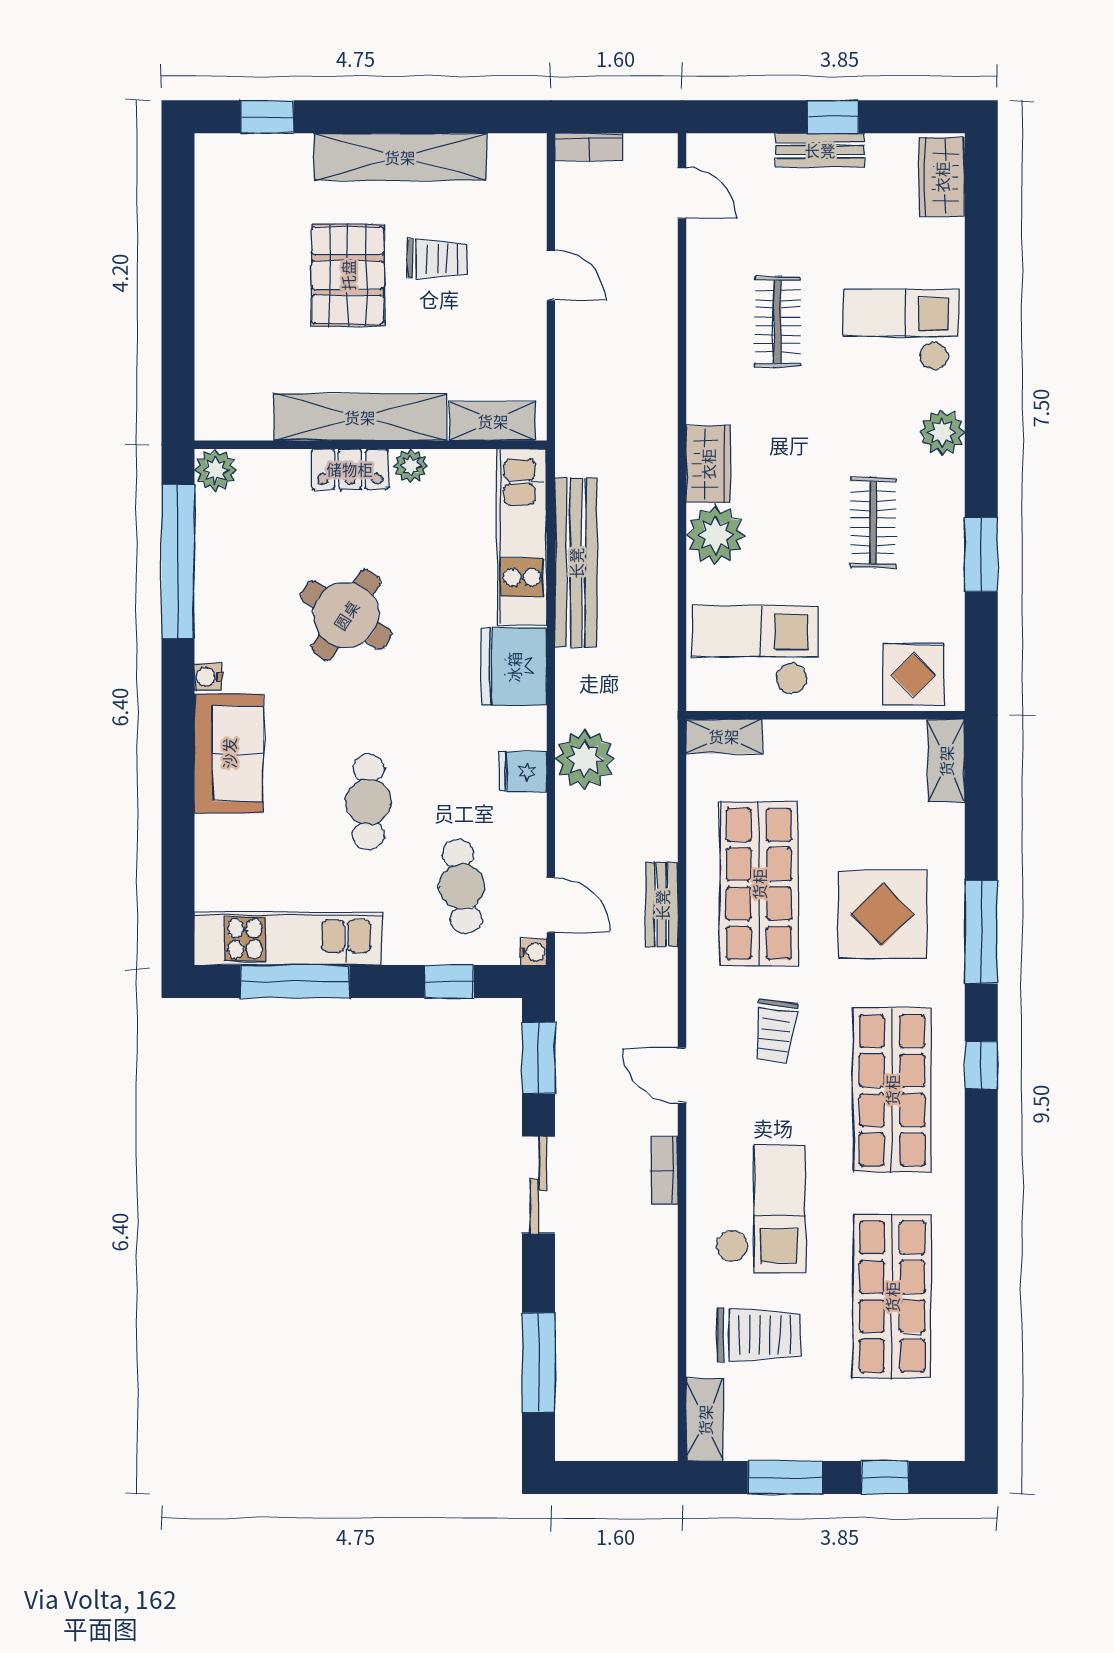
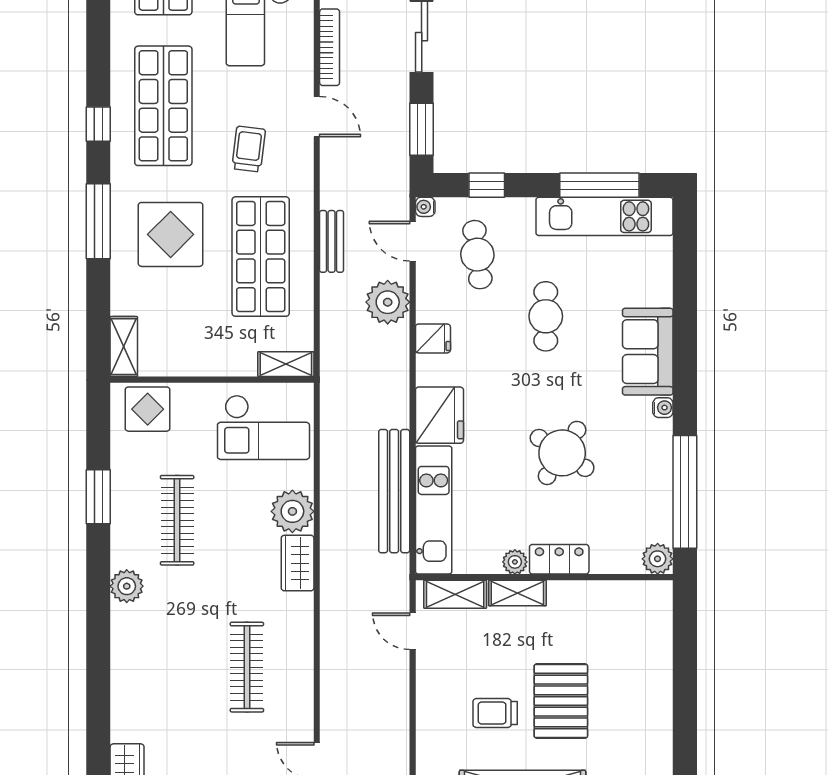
door: (551, 275) -> (413, 631), moved
clothes rail: (778, 322) -> (247, 667), width x1.36
checkout: (900, 330) -> (157, 661), removed
shelving: (360, 417) -> (517, 593), width x0.45, depth x0.75
clothes rail: (873, 523) -> (177, 520), width x1.36
plant: (585, 759) -> (388, 302), moved
bookcase: (664, 1170) -> (330, 47), width x1.56

